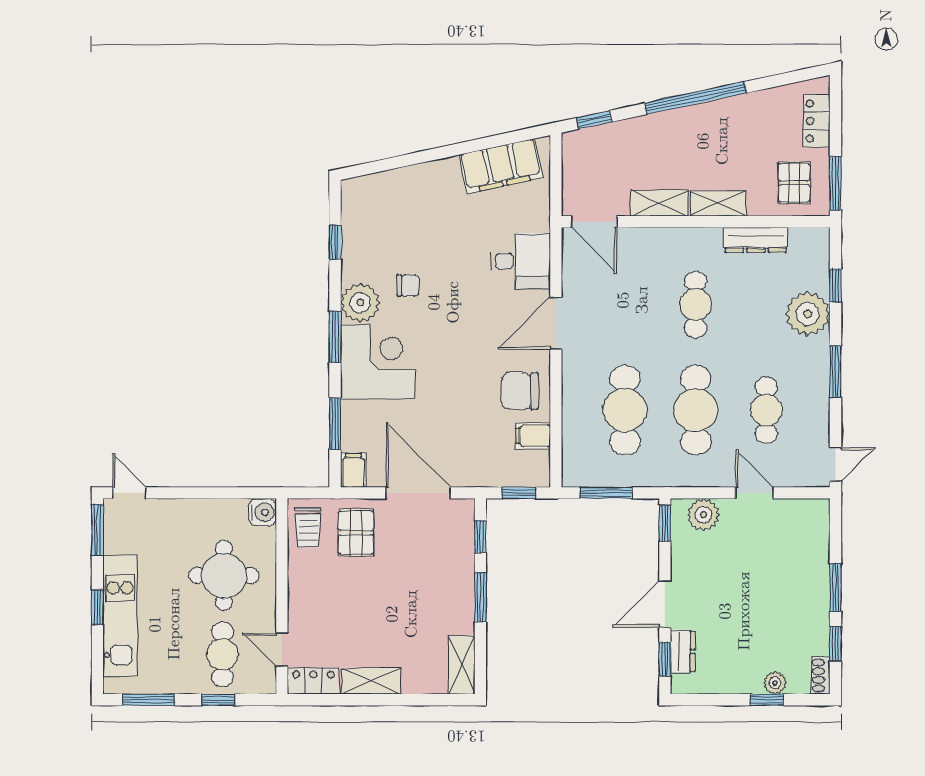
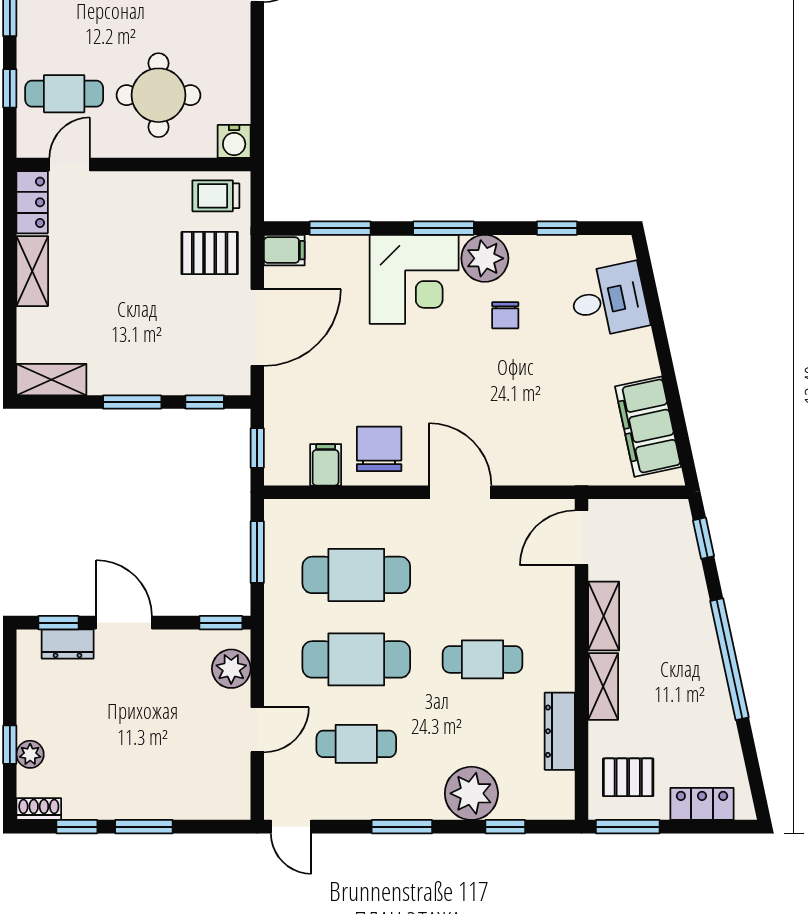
desk: (520, 261) -> (609, 300), moved, turned -102

